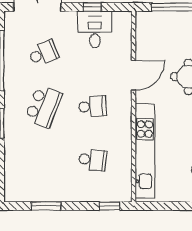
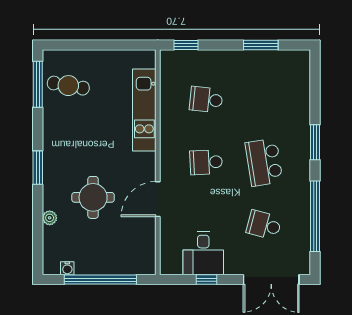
school desk: (43, 53) -> (264, 225), turned 39
school desk: (43, 107) -> (264, 162), turned -30
kitchen unit: (145, 151) -> (144, 110), width x0.73

